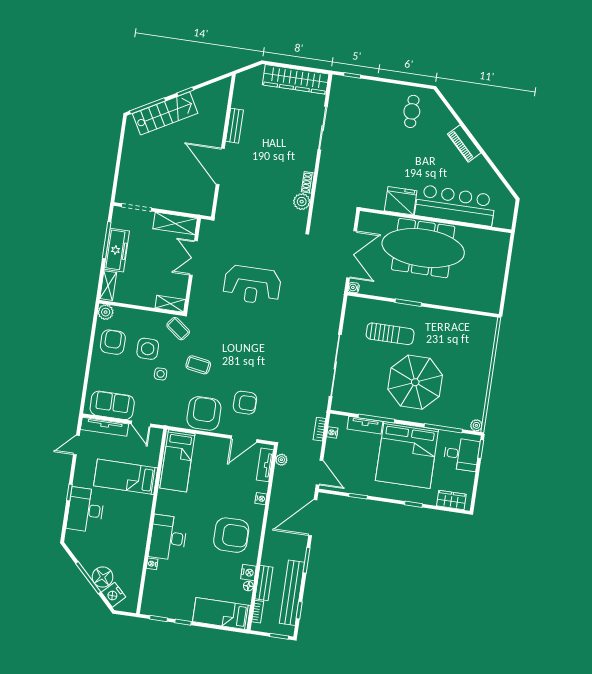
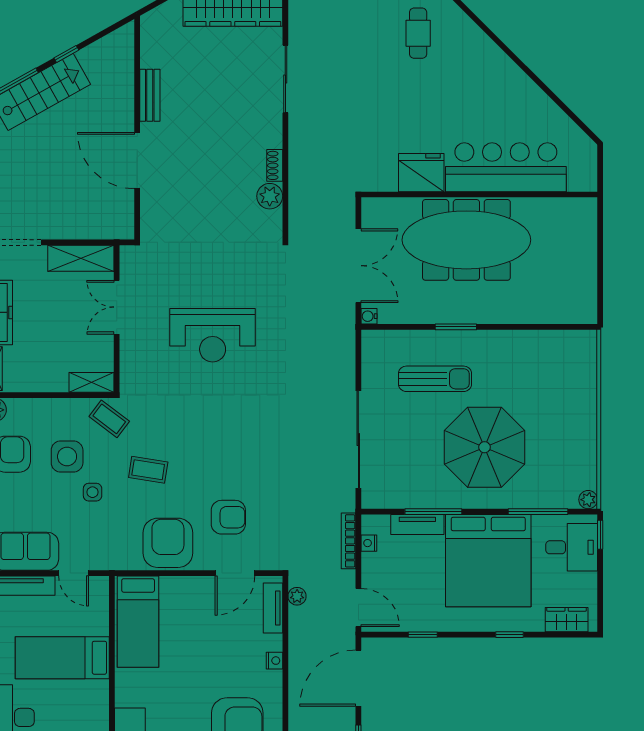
piano: (464, 143) -> (506, 70), removed
bookcase: (319, 429) -> (348, 541), width x1.56

